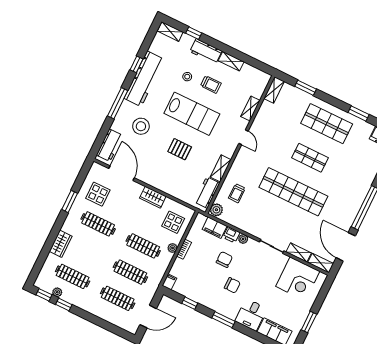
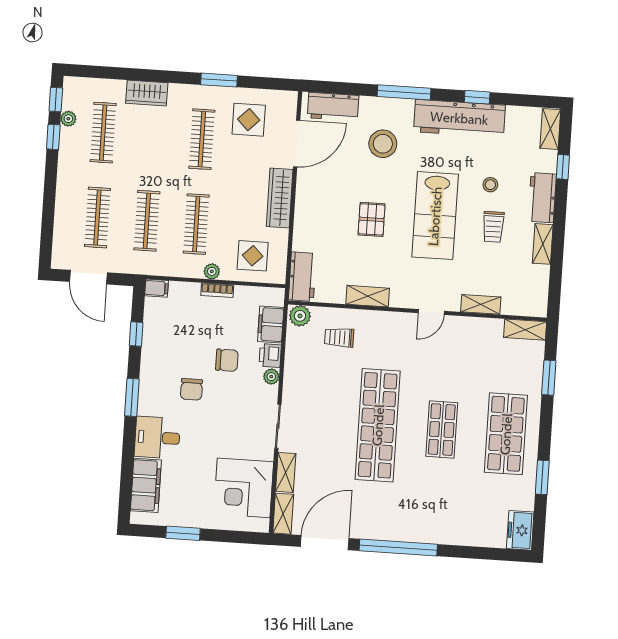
workbench: (207, 193) -> (302, 277), moved, turned 90
wardrobe: (153, 197) -> (280, 198), width x1.50

